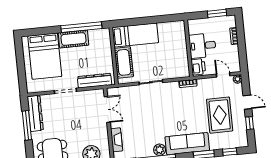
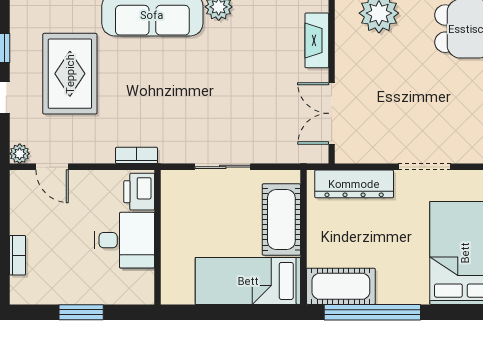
window: (217, 13) -> (81, 312), moved
cot: (73, 39) -> (341, 286), moved
desk: (202, 46) -> (124, 240), moved
wall: (189, 48) -> (158, 237), moved
printer: (198, 67) -> (139, 192), moved

